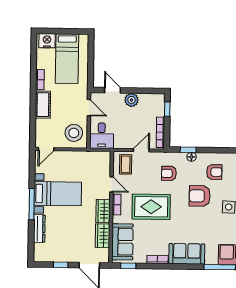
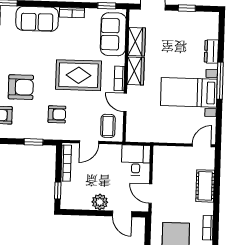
cot: (43, 105) -> (205, 186), moved
stool: (74, 133) -> (169, 164), removed
floor lamp: (192, 157) -> (30, 133), removed
dresser: (39, 229) -> (211, 51), width x0.70

